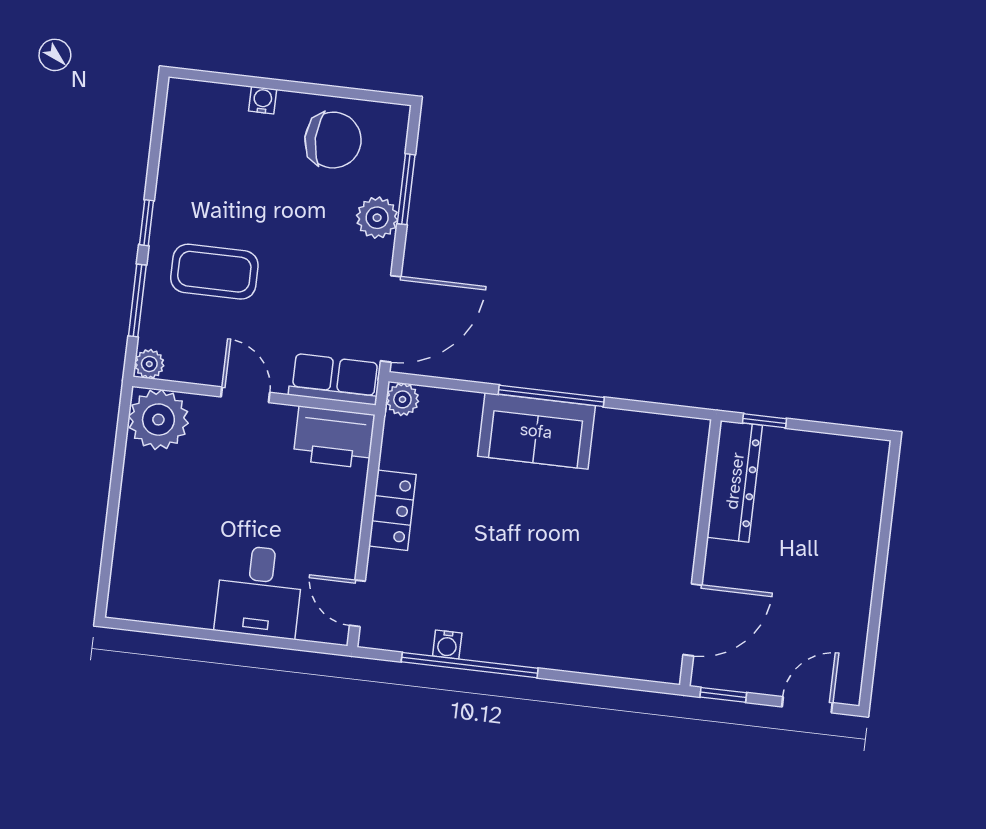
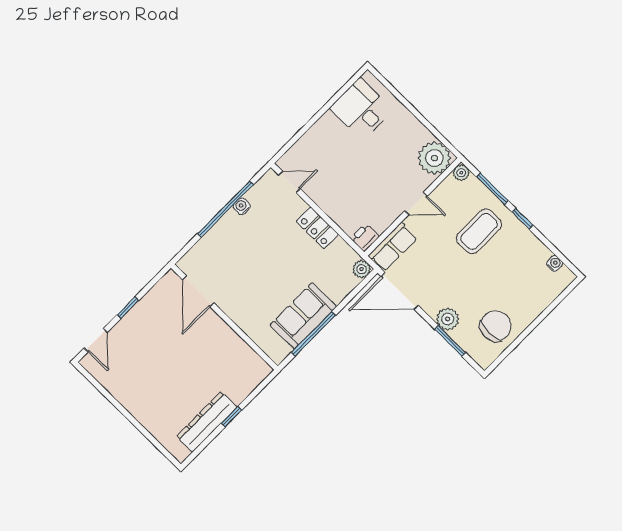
water cooler: (263, 100) -> (555, 264), moved, turned -90
chair: (333, 140) -> (496, 326), turned 180
door: (391, 319) -> (400, 291), hinge flipped
printer: (334, 437) -> (365, 237), width x0.53, depth x0.68
dresser: (735, 481) -> (207, 422), moved, turned 90
wall: (700, 553) -> (224, 317), moved
desk: (259, 592) -> (361, 109), moved
door: (692, 620) -> (198, 291), moved

